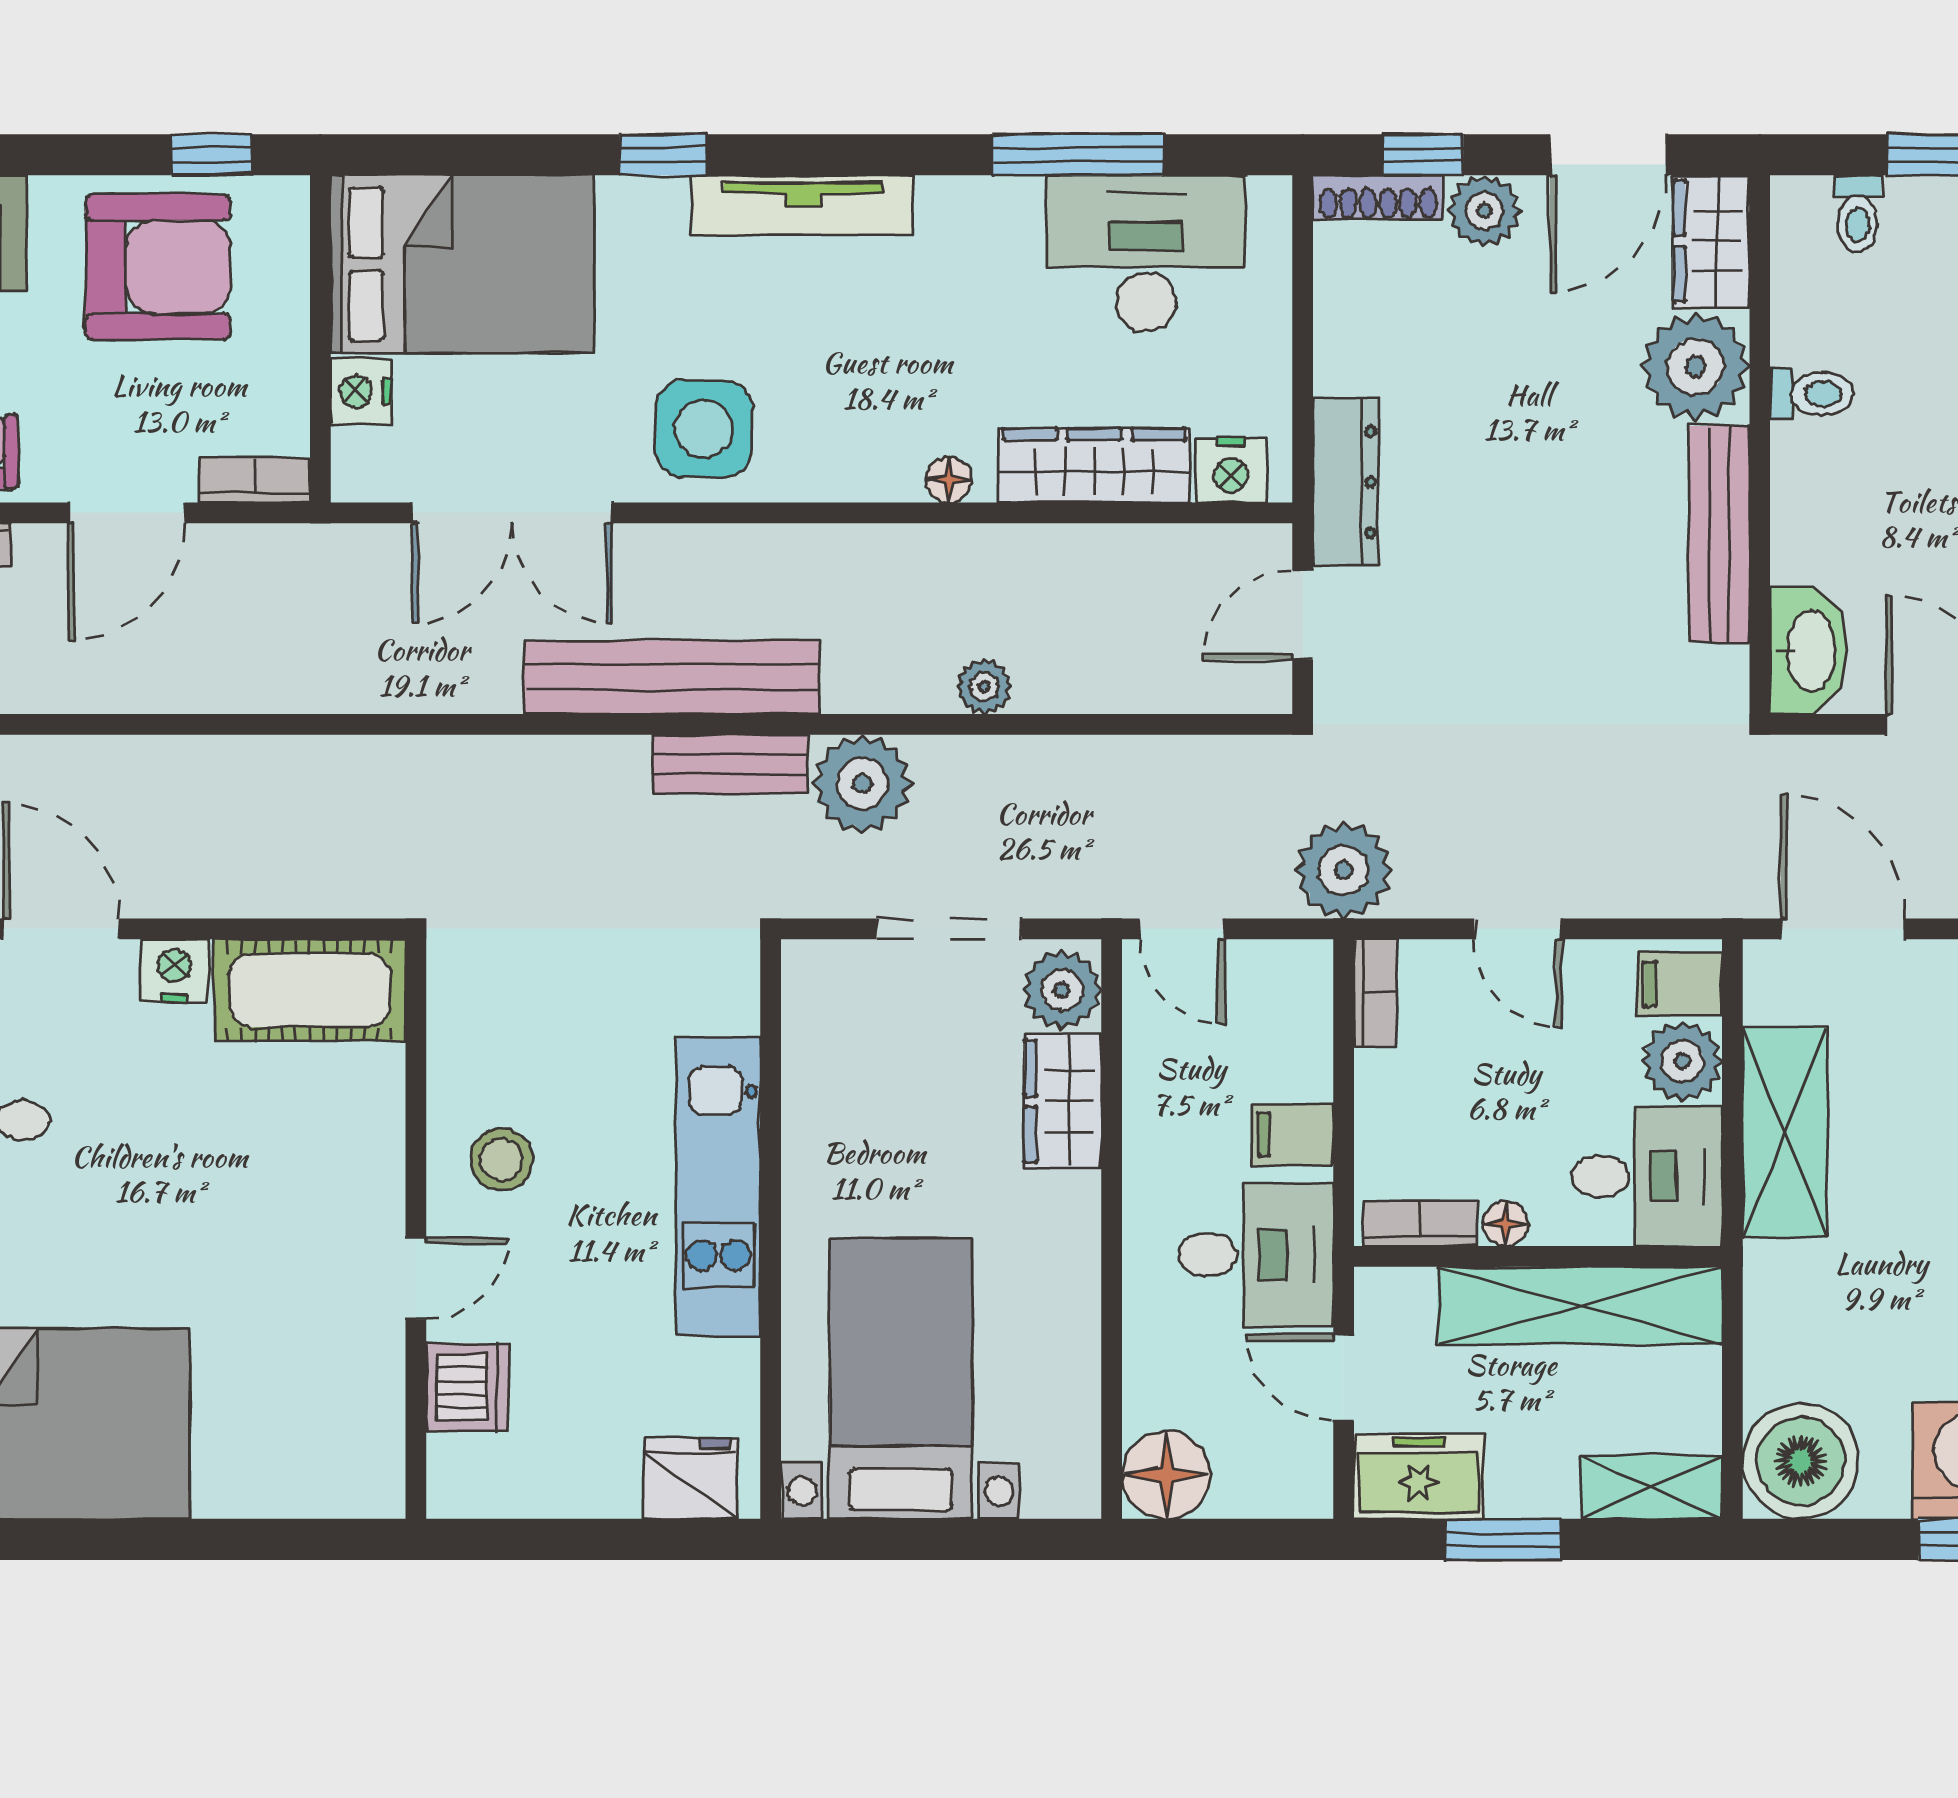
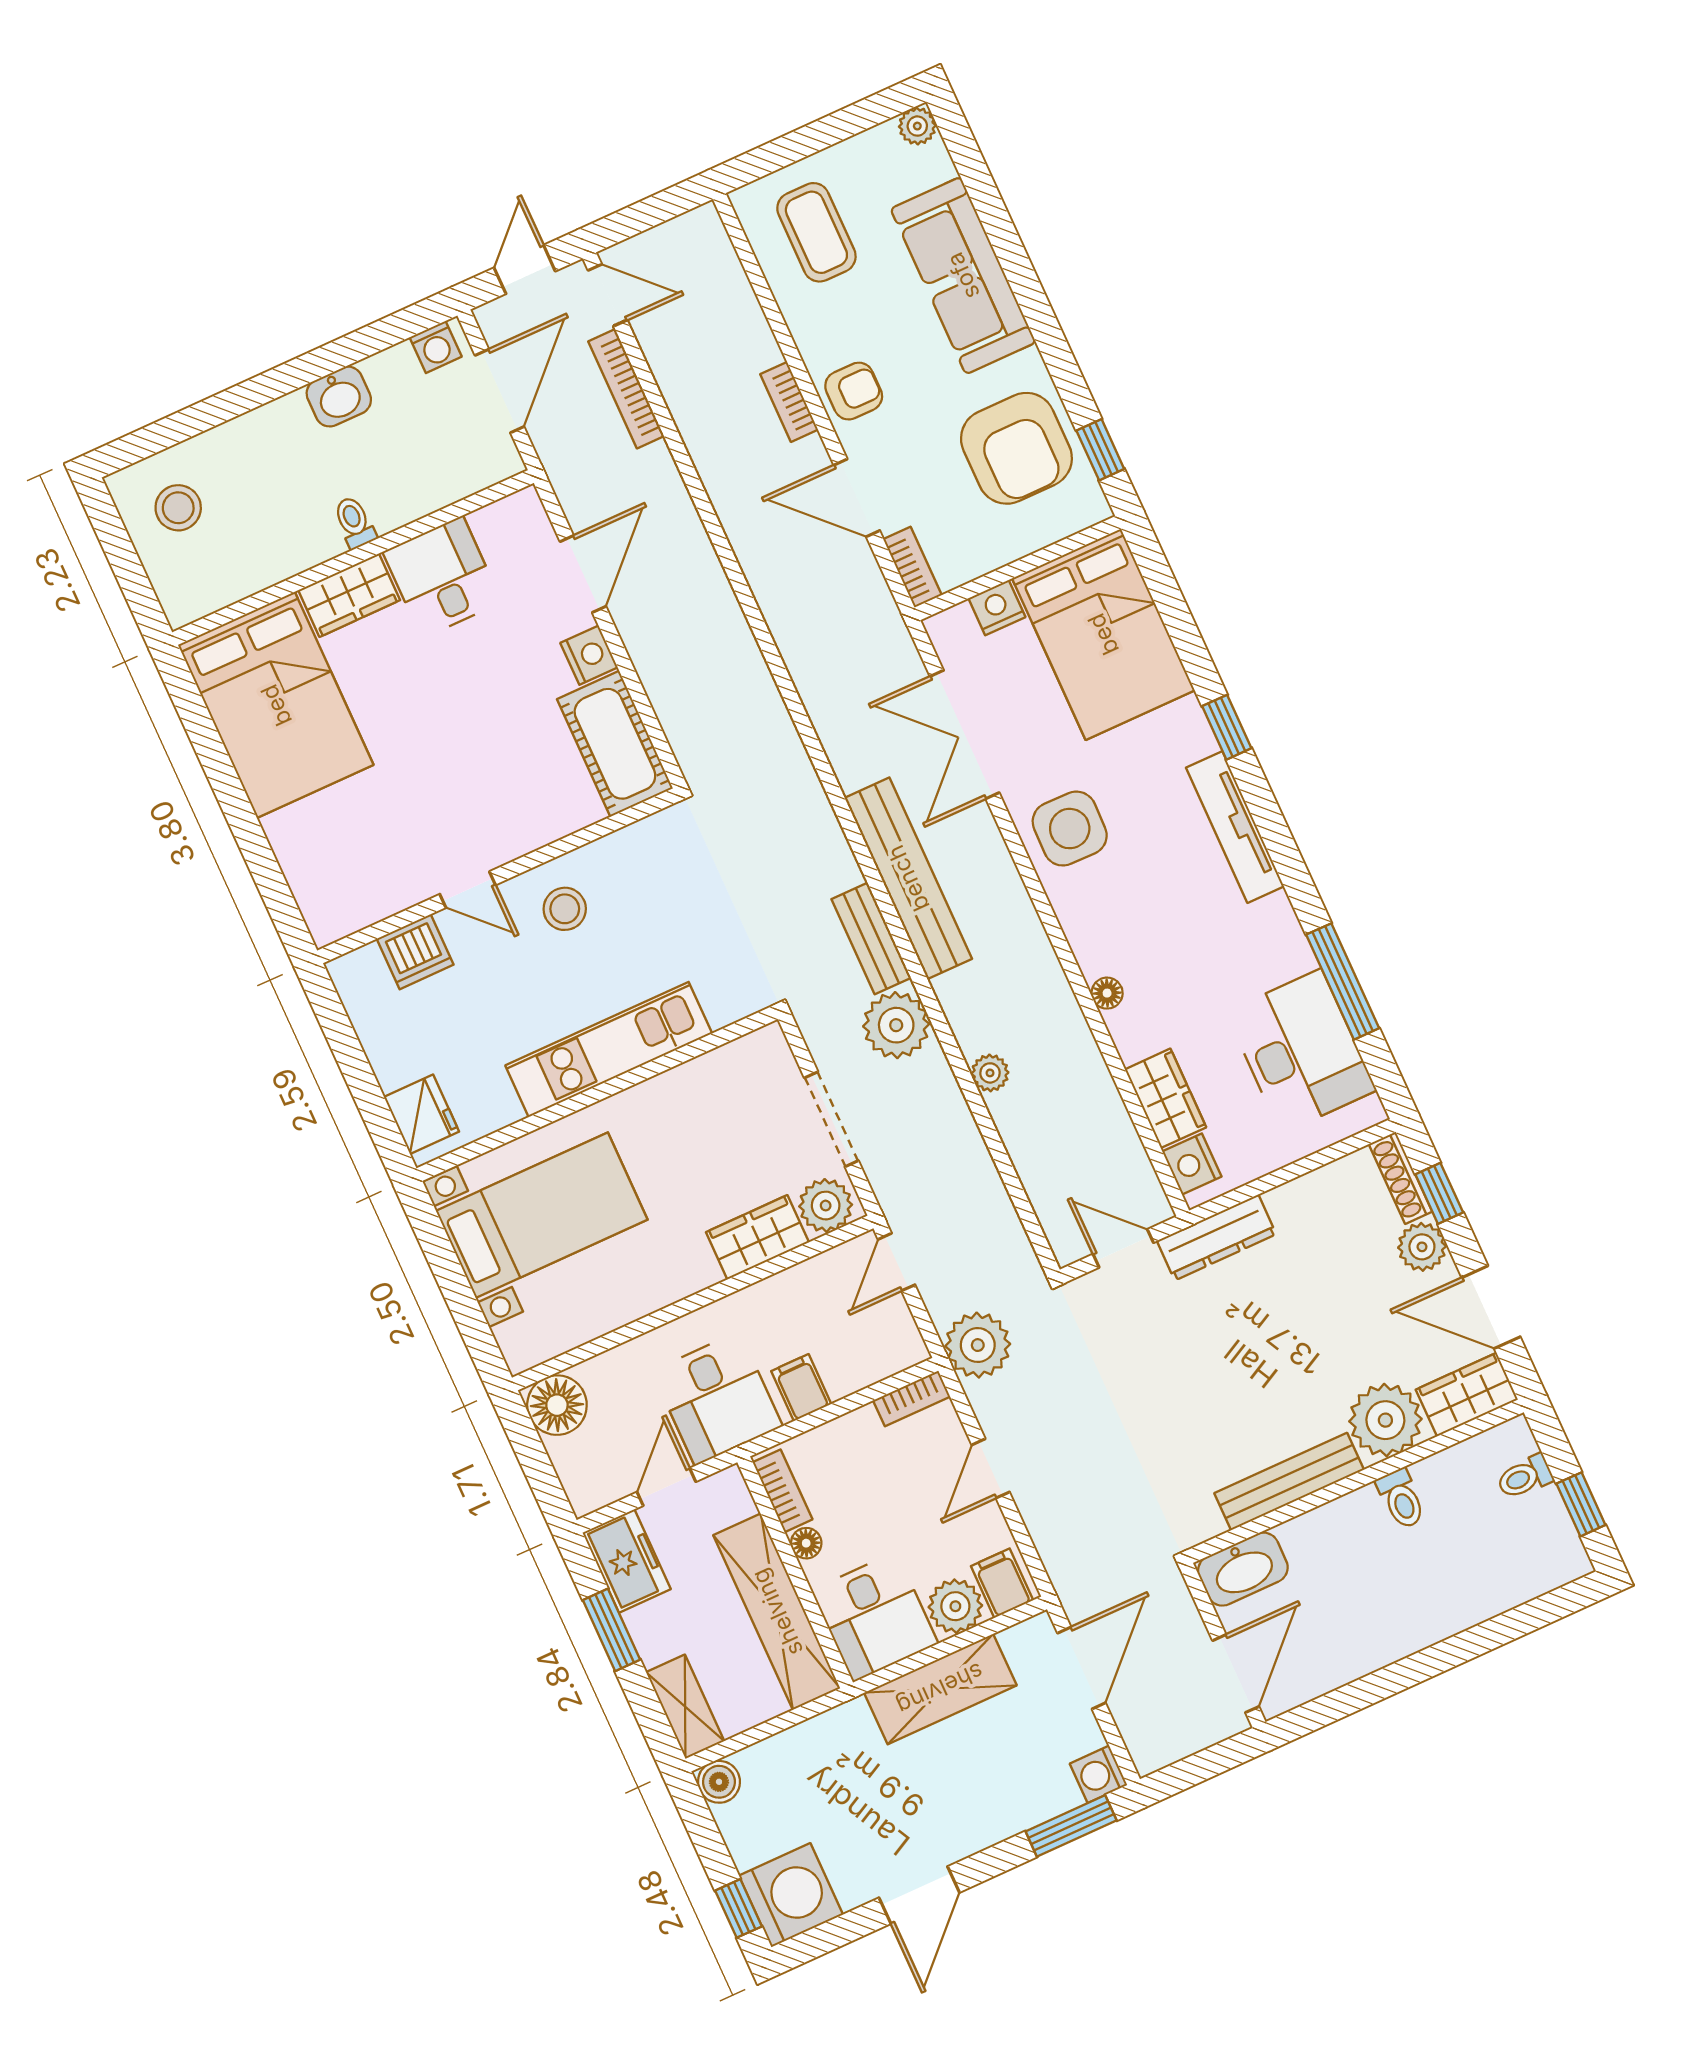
wardrobe: (1094, 465) -> (1166, 1098), width x0.67
boiler: (1801, 1461) -> (719, 1782), width x0.54, depth x0.54

